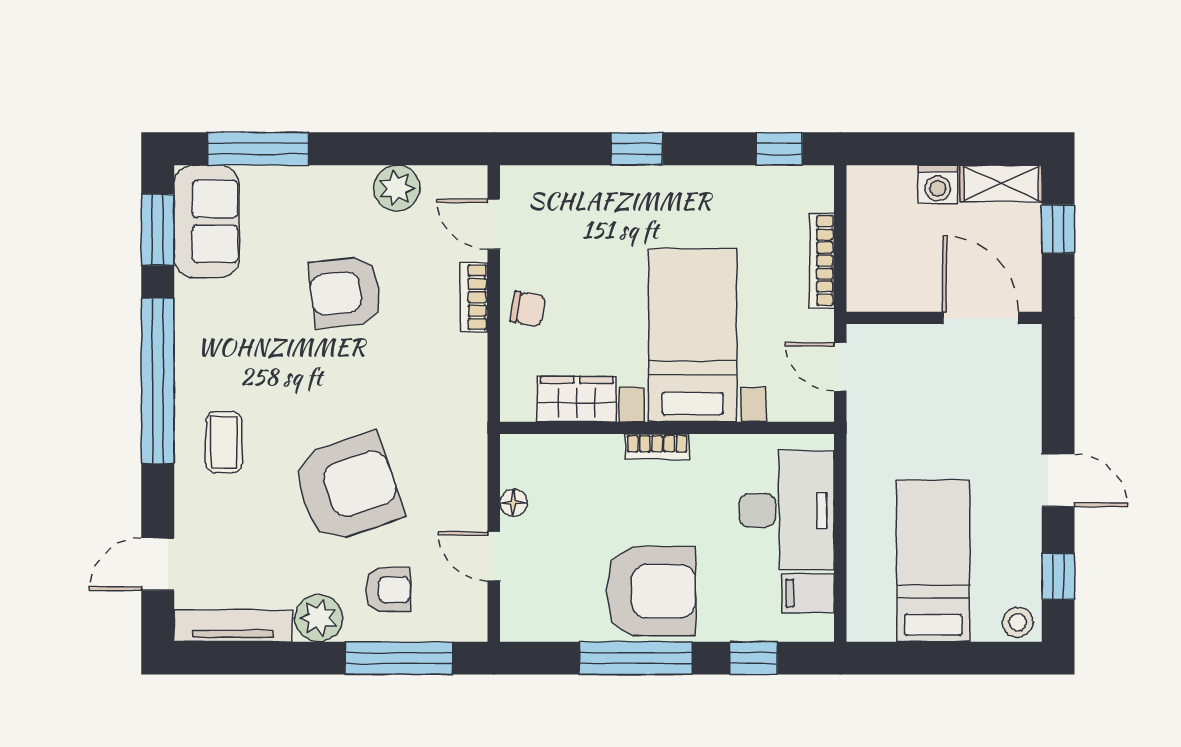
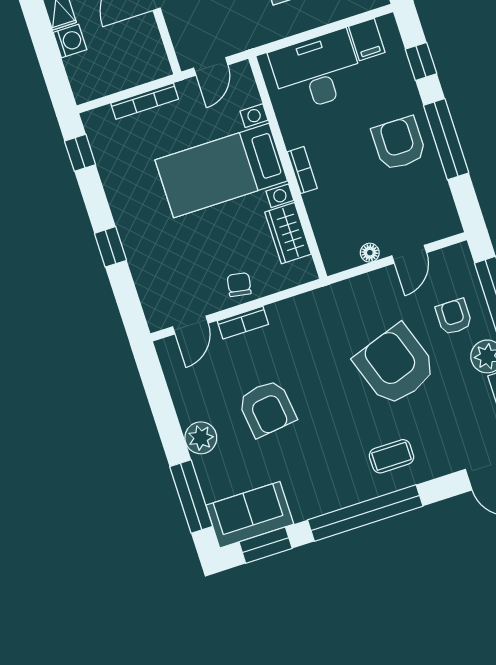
plant: (397, 188) -> (201, 438), moved
armchair: (651, 591) -> (399, 143), width x0.73, depth x0.73

